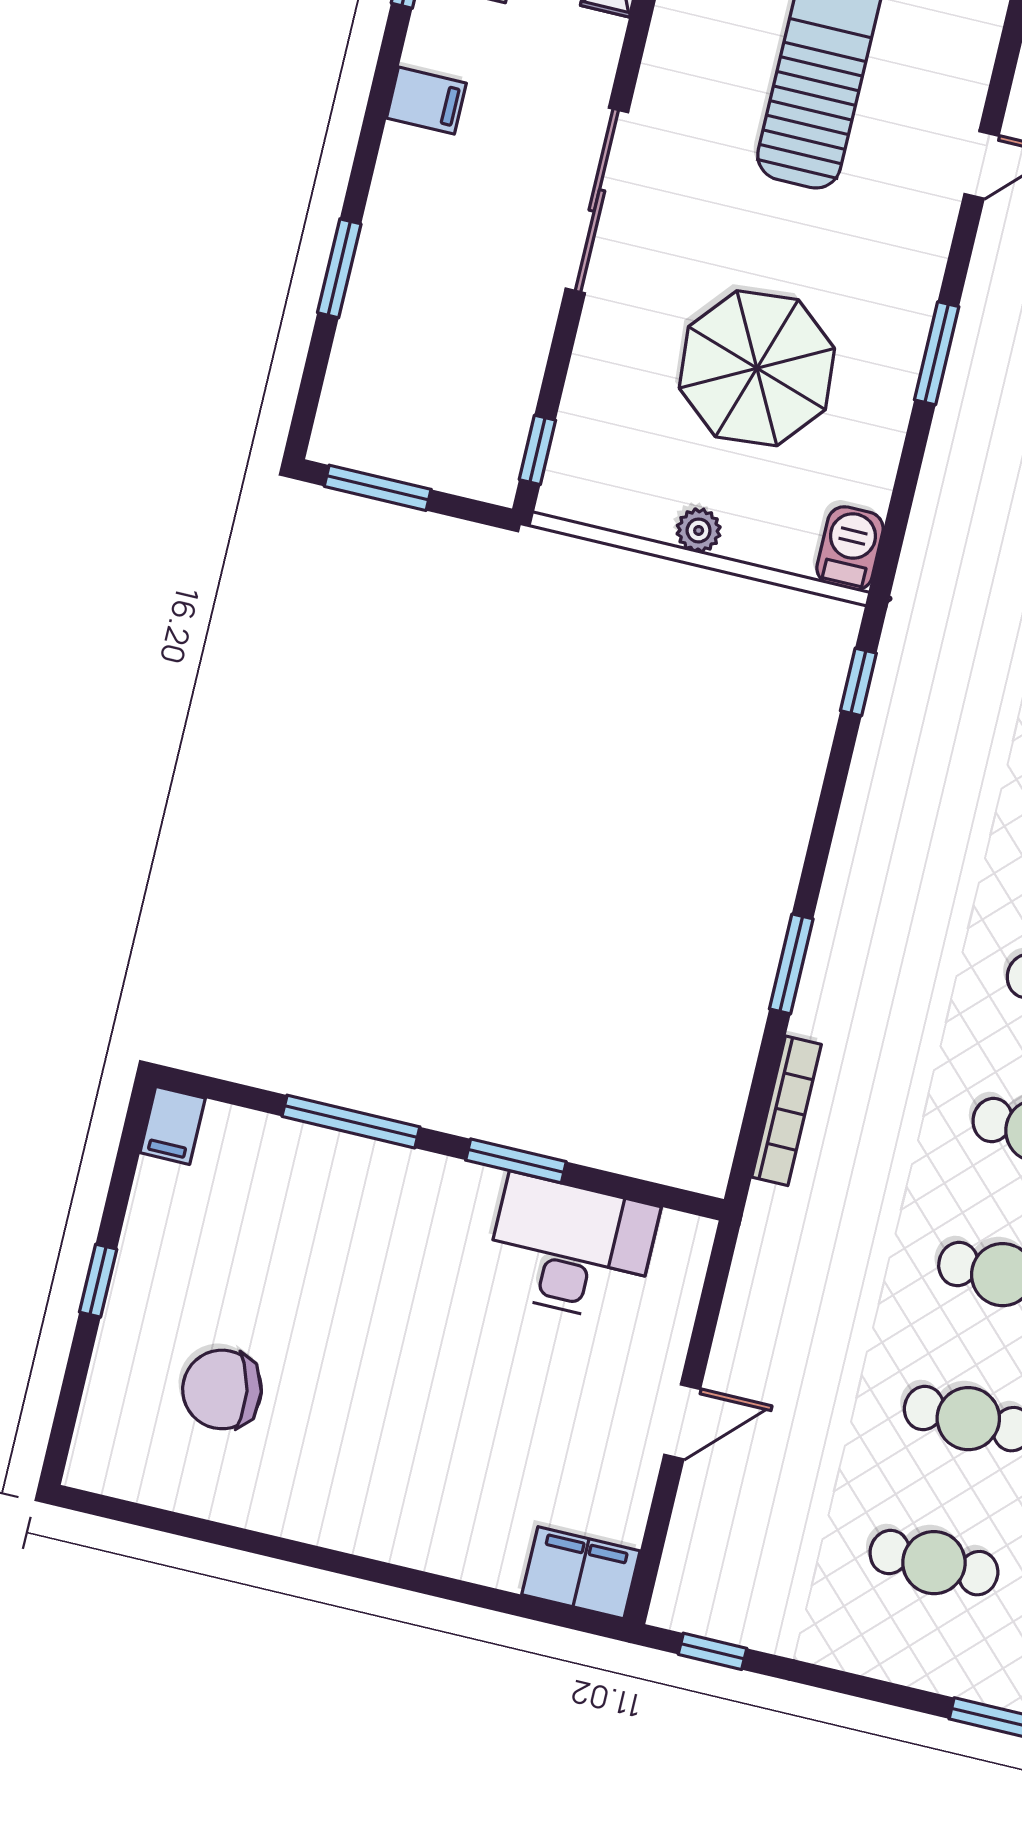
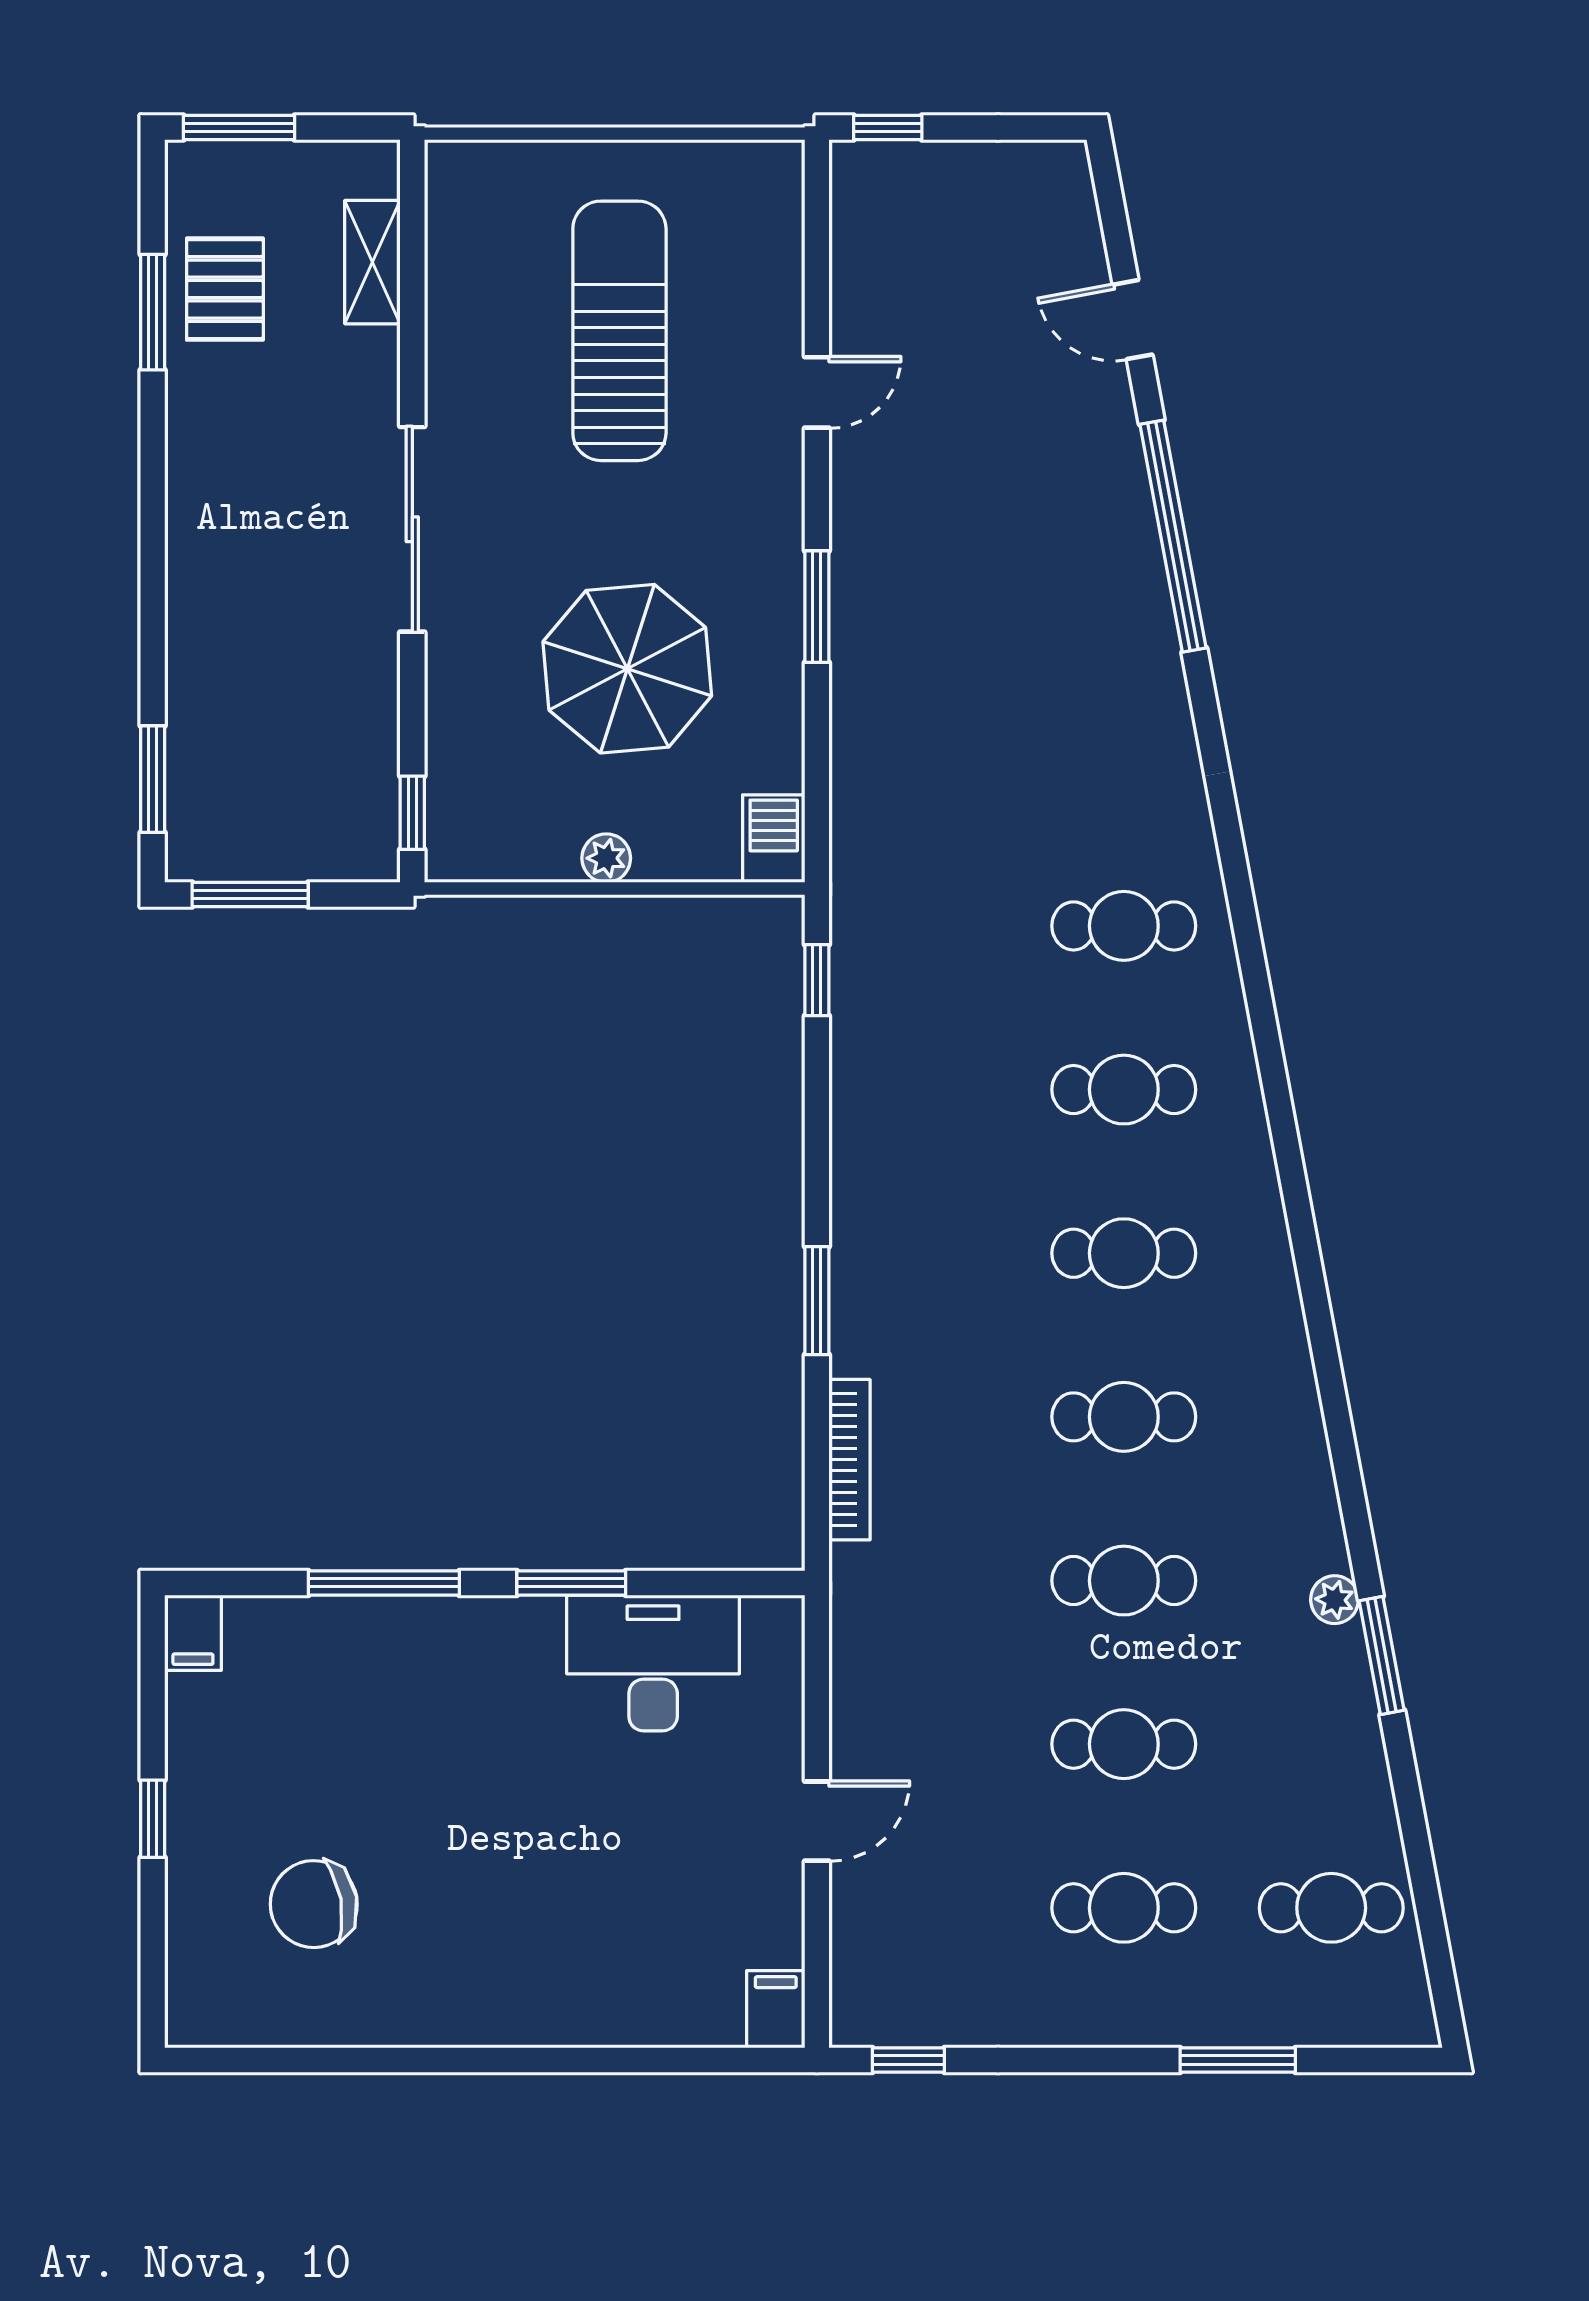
filing cabinet: (426, 101) -> (203, 466), removed
window: (339, 268) -> (153, 779), moved
filing cabinet: (581, 1573) -> (776, 2009), width x0.50

